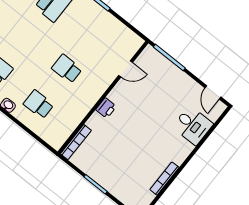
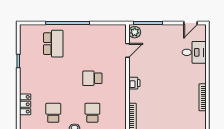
plant: (148, 56) -> (135, 32), added
door: (213, 92) -> (191, 23), hinge flipped
school desk: (39, 104) -> (92, 113), turned 90

